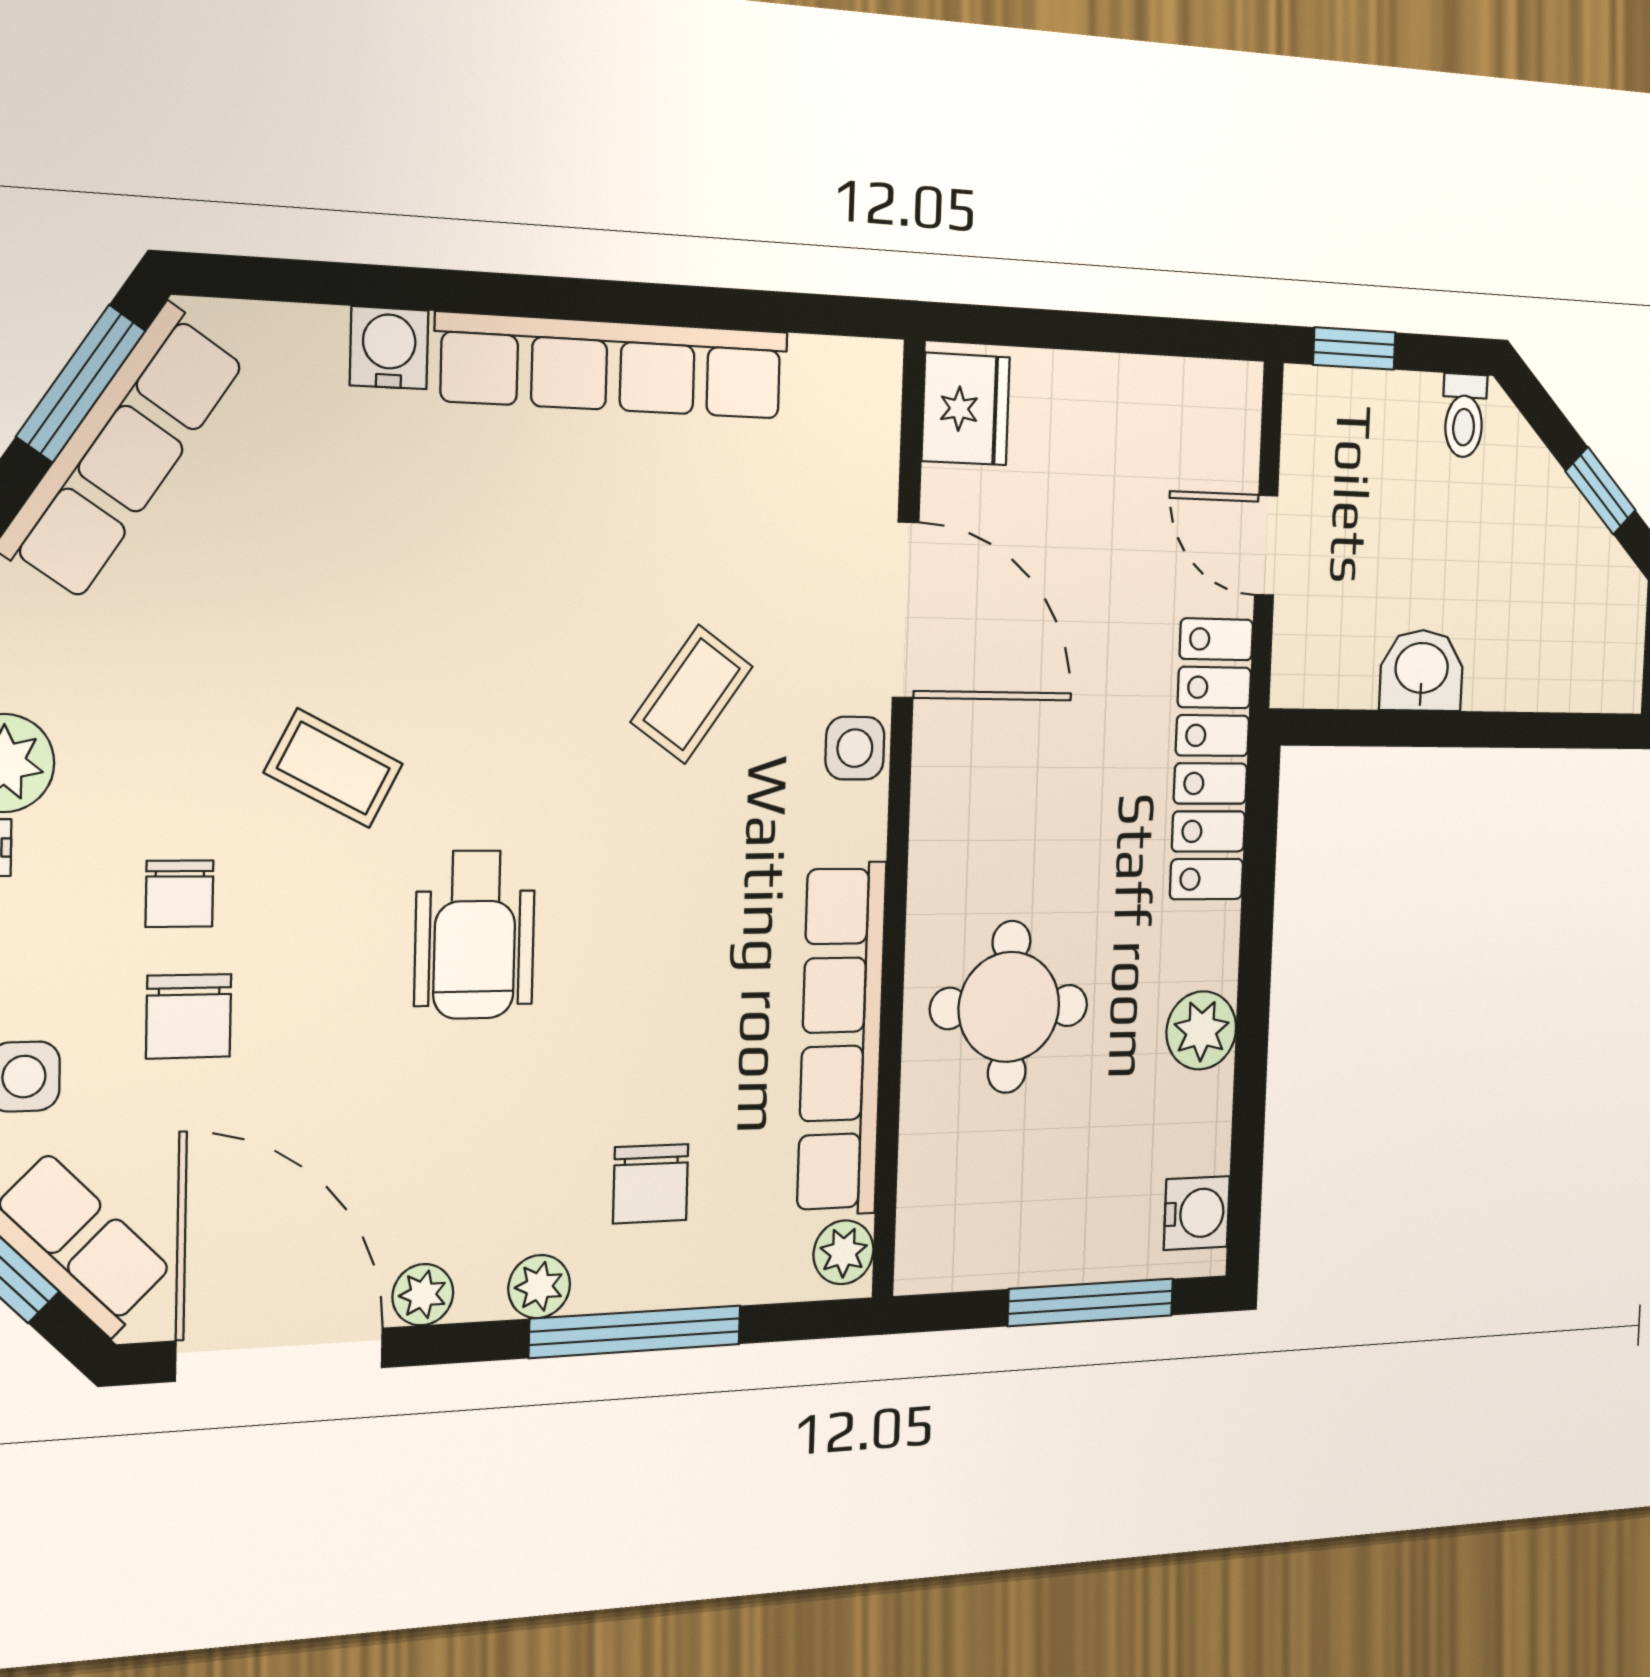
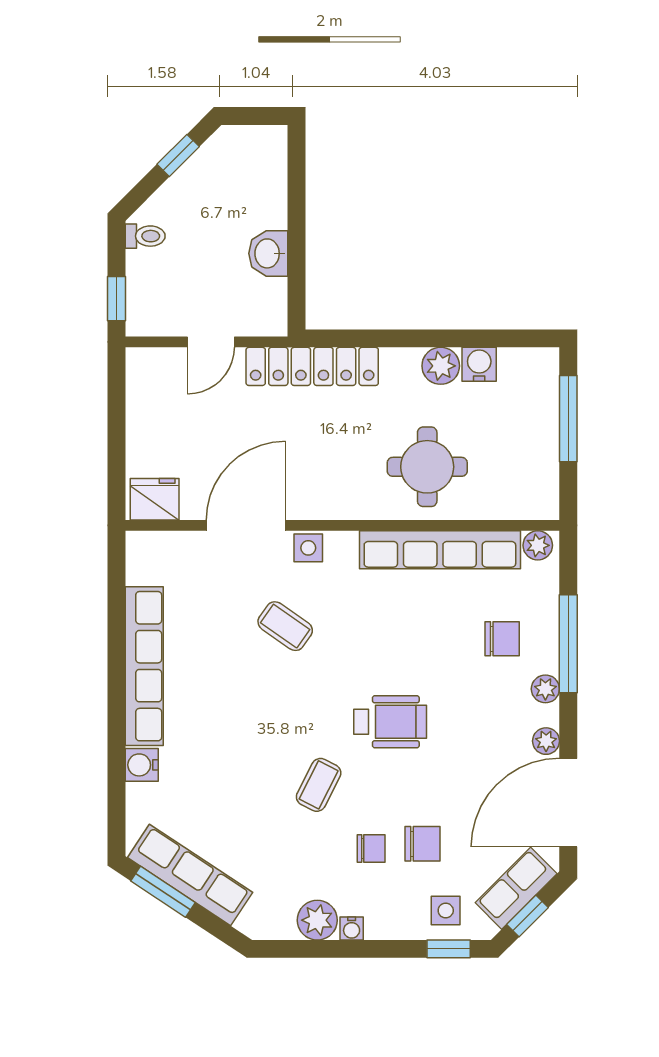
water cooler: (1197, 1213) -> (479, 364), moved

